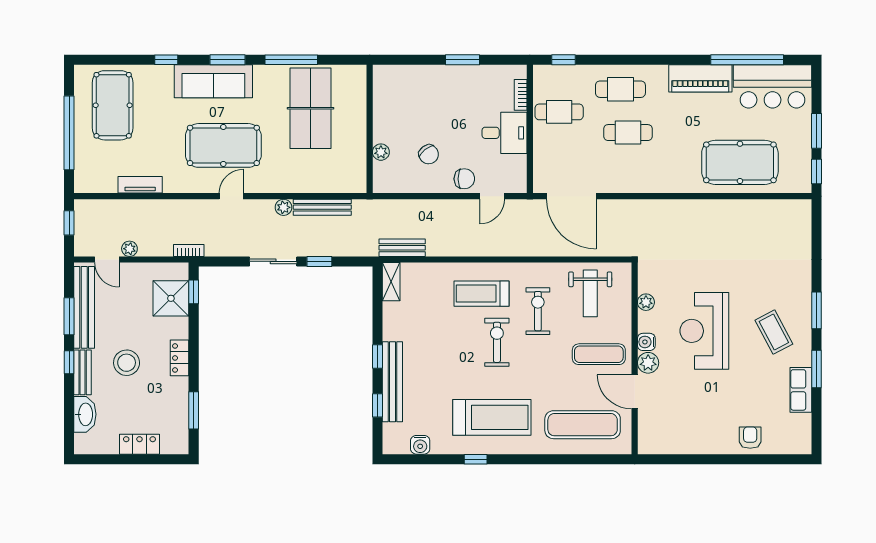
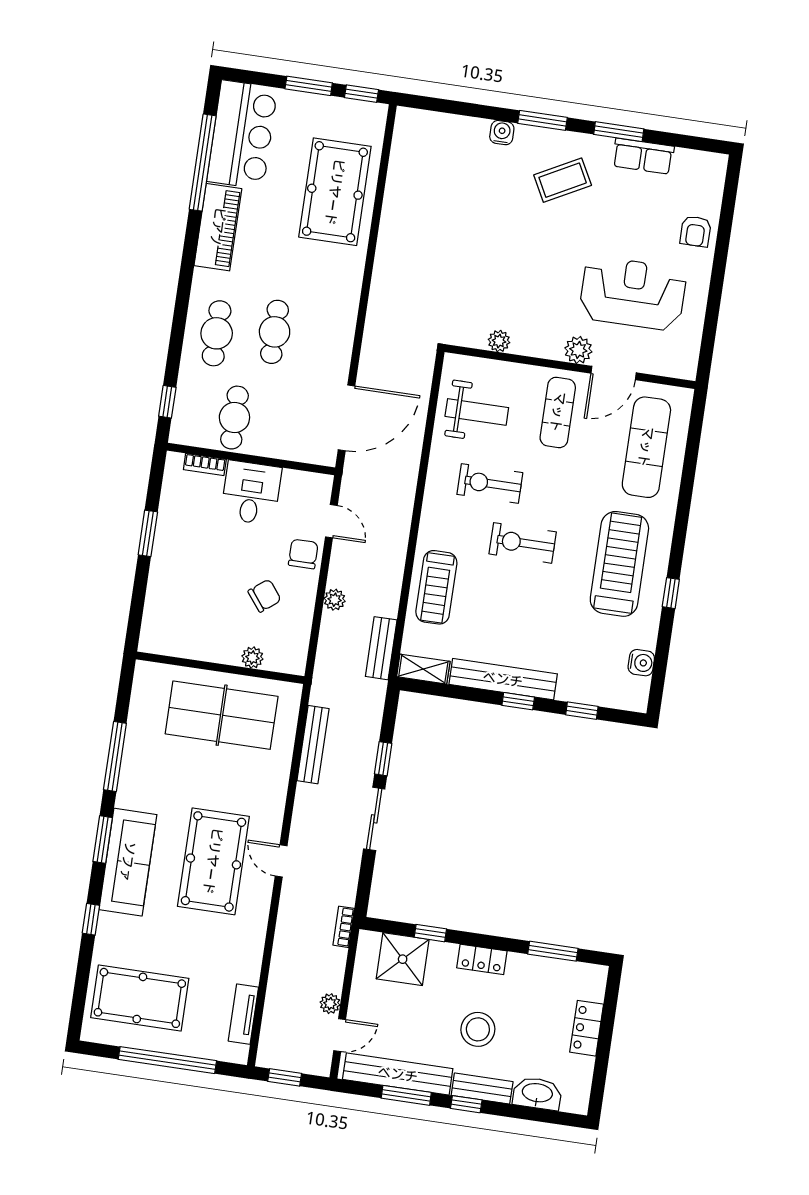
table tennis table: (310, 108) -> (222, 715), moved
tv unit: (140, 185) -> (243, 1014), moved
plant: (284, 207) -> (335, 600), moved
window: (194, 292) -> (430, 933), moved
treadmill: (482, 294) -> (436, 587), moved
reception desk: (704, 331) -> (633, 293), moved, turned 180
water cooler: (646, 342) -> (502, 133), moved, turned 180
bench: (392, 382) -> (503, 679), moved
armchair: (750, 438) -> (696, 231), turned -90

